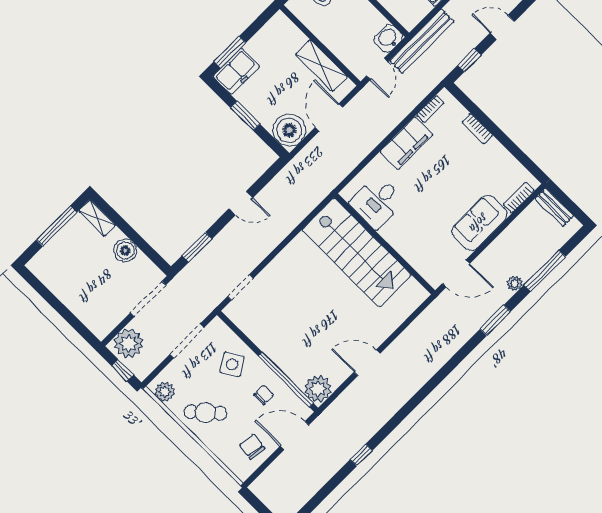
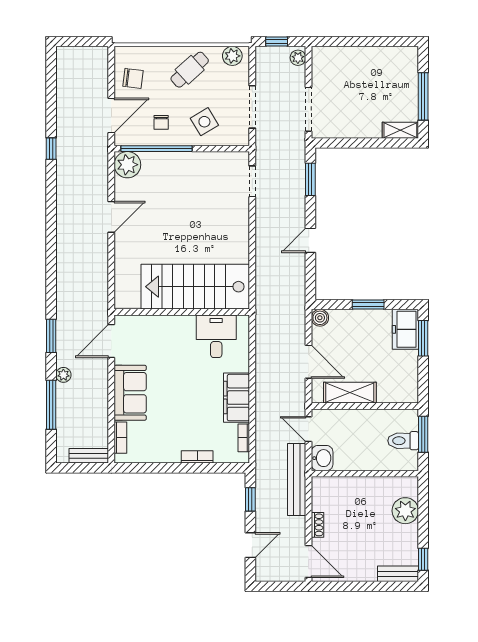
boiler: (289, 130) -> (320, 318), width x0.54, depth x0.54
boiler: (125, 250) -> (358, 127), removed
plant: (129, 343) -> (298, 58), width x0.53, depth x0.53

